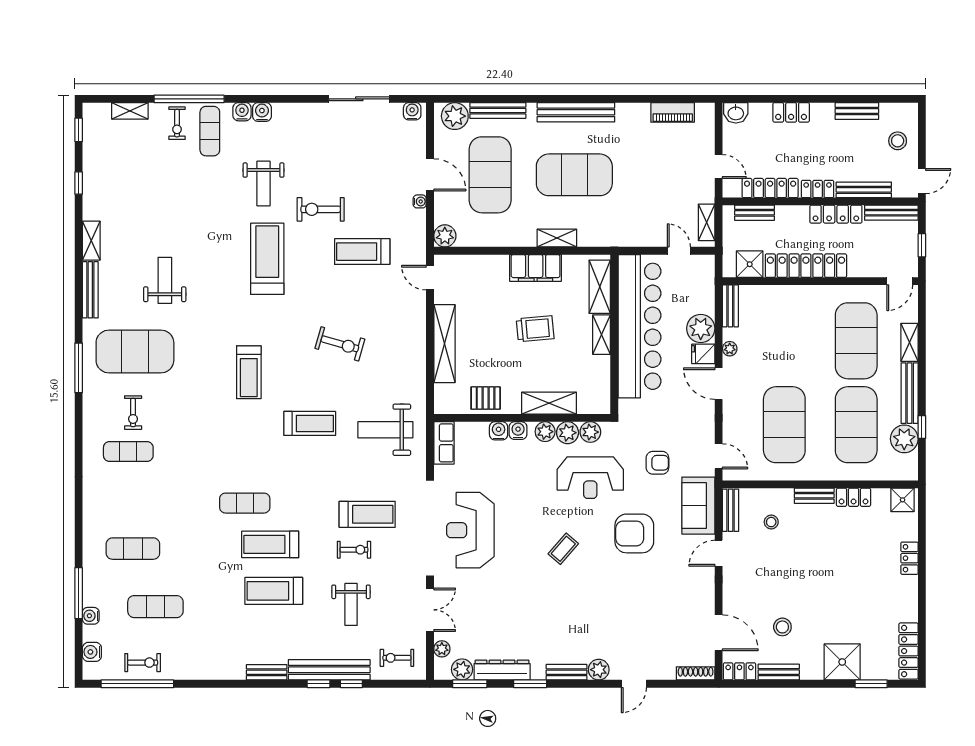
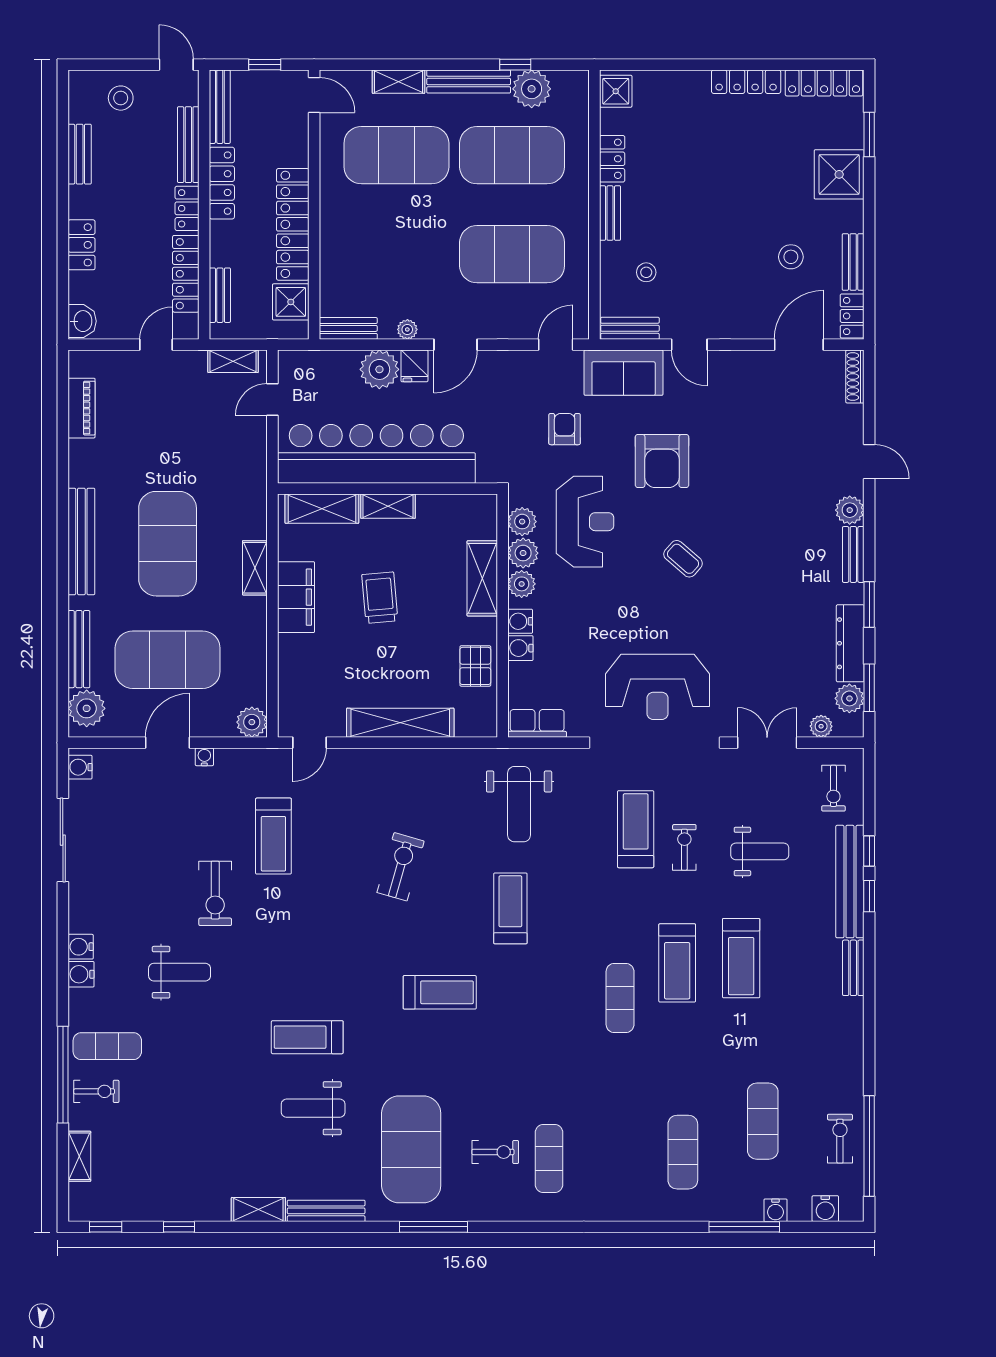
water cooler: (242, 112) -> (81, 947), moved
treadmill: (267, 259) -> (307, 1037), moved, width x0.73, depth x0.73
locker: (909, 558) -> (746, 82), moved, width x1.53

